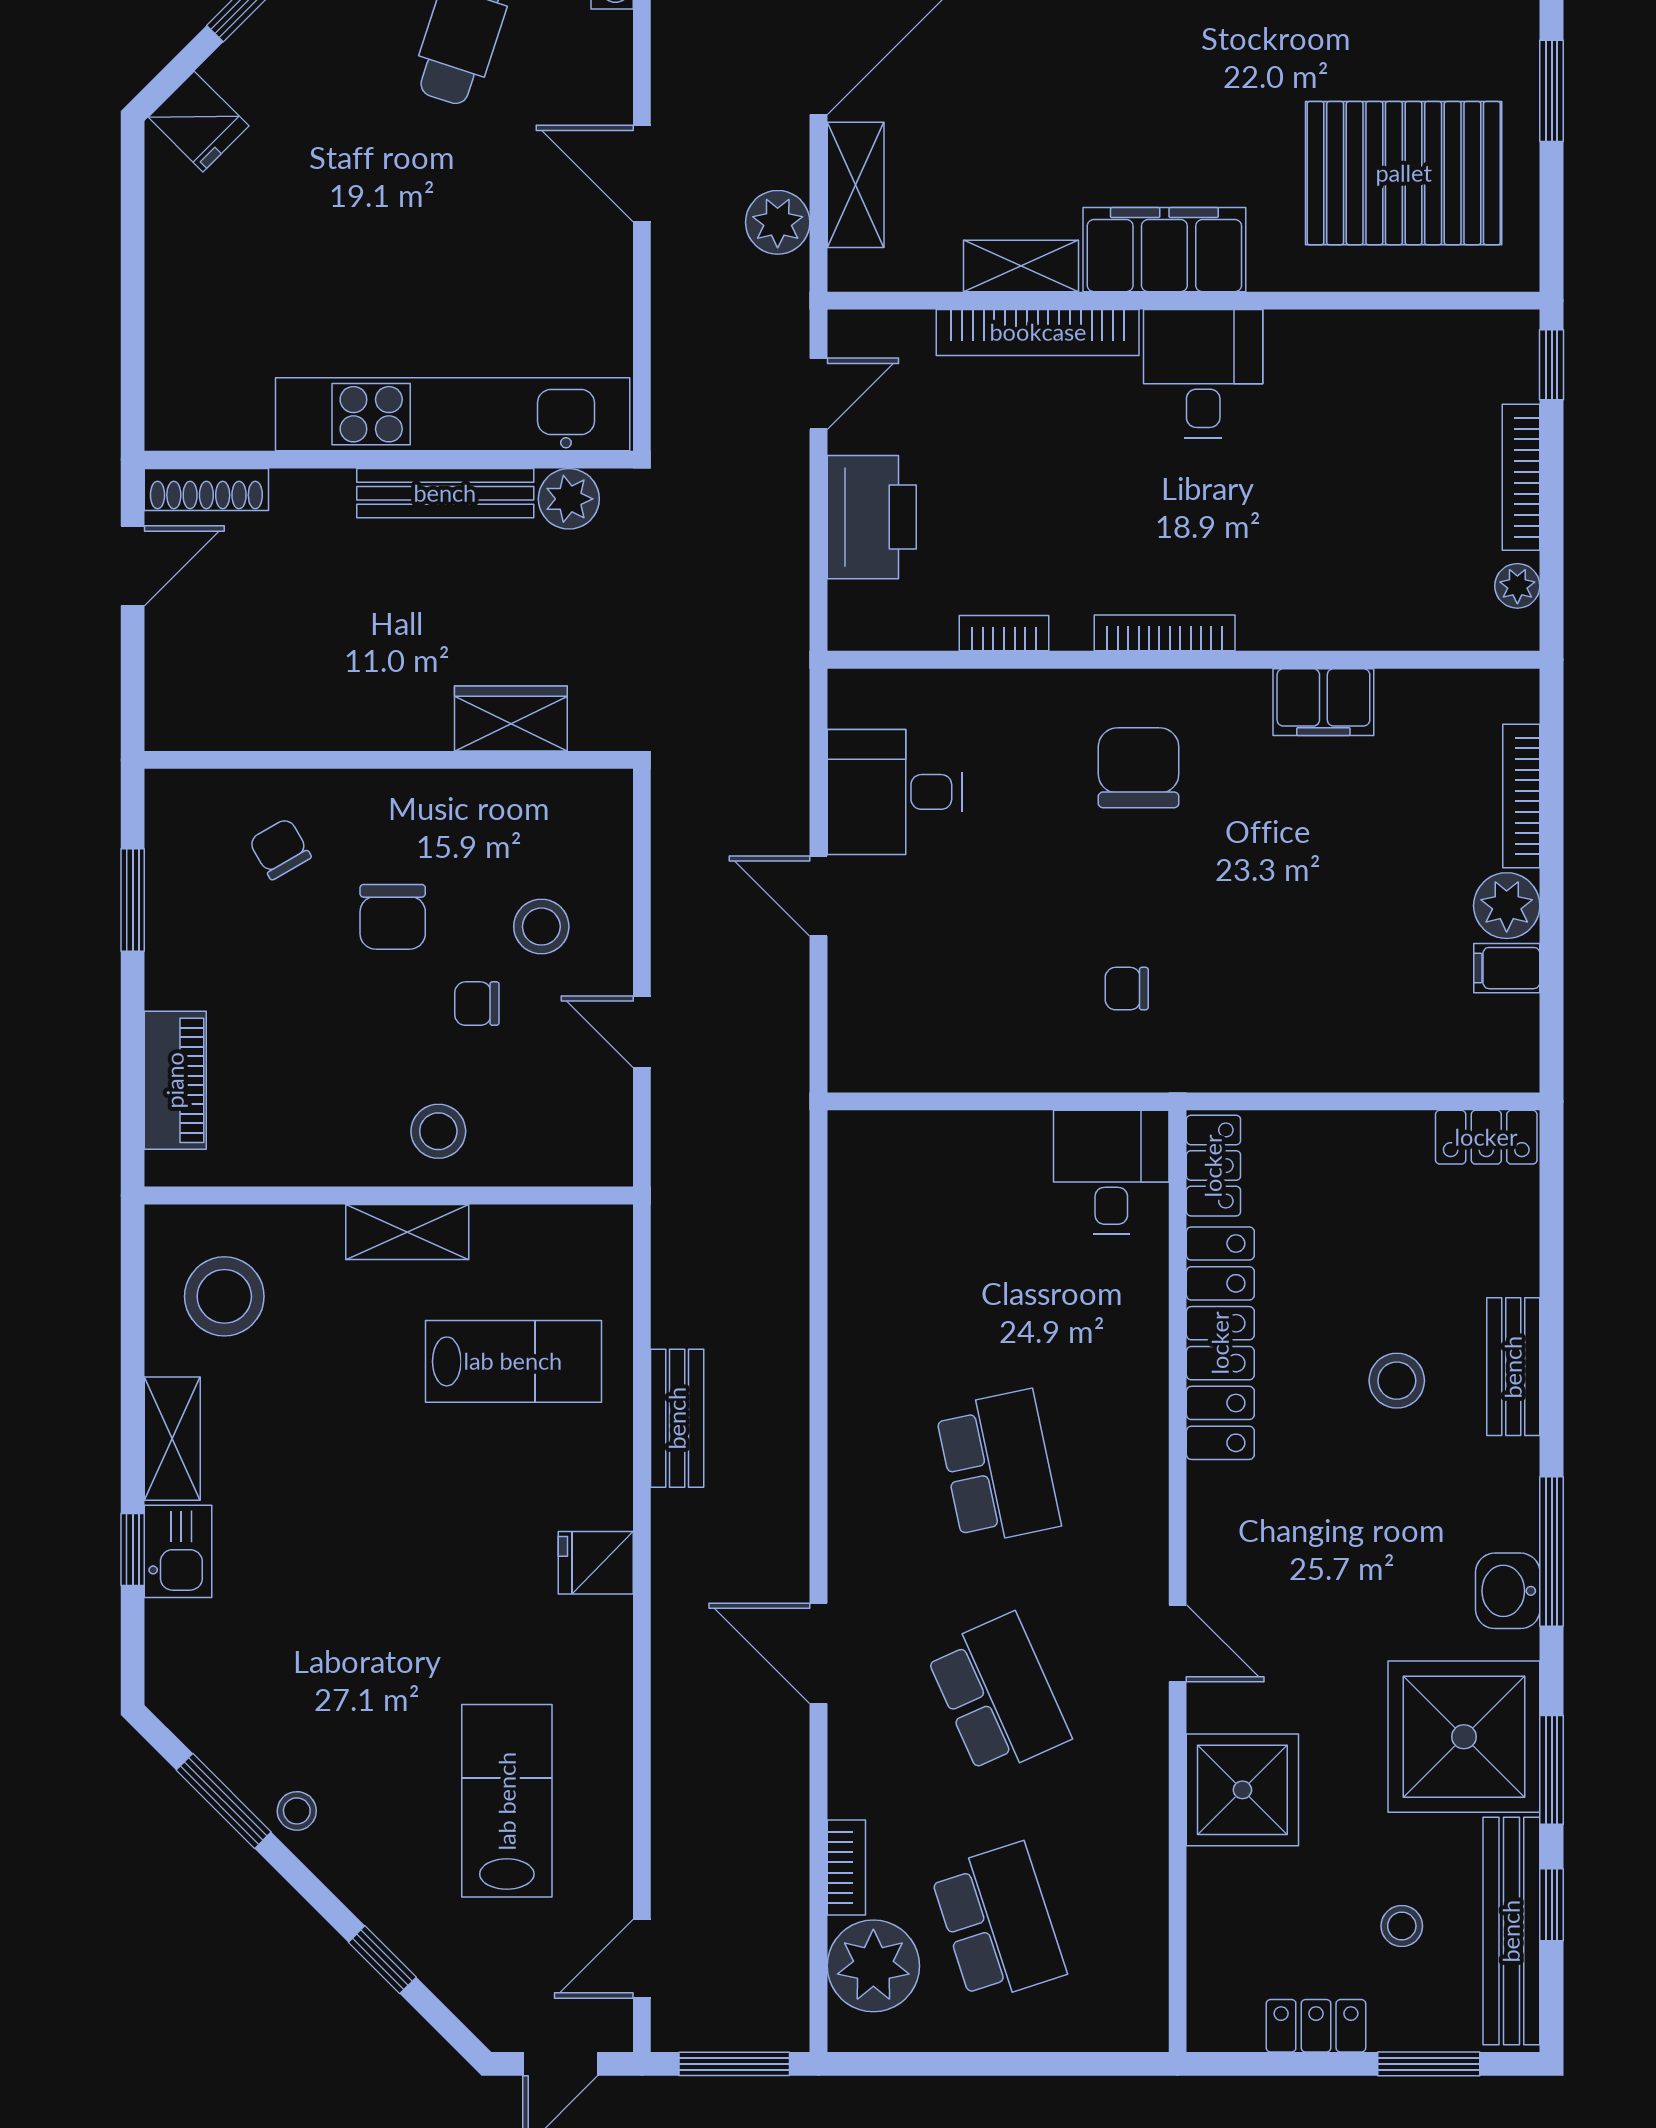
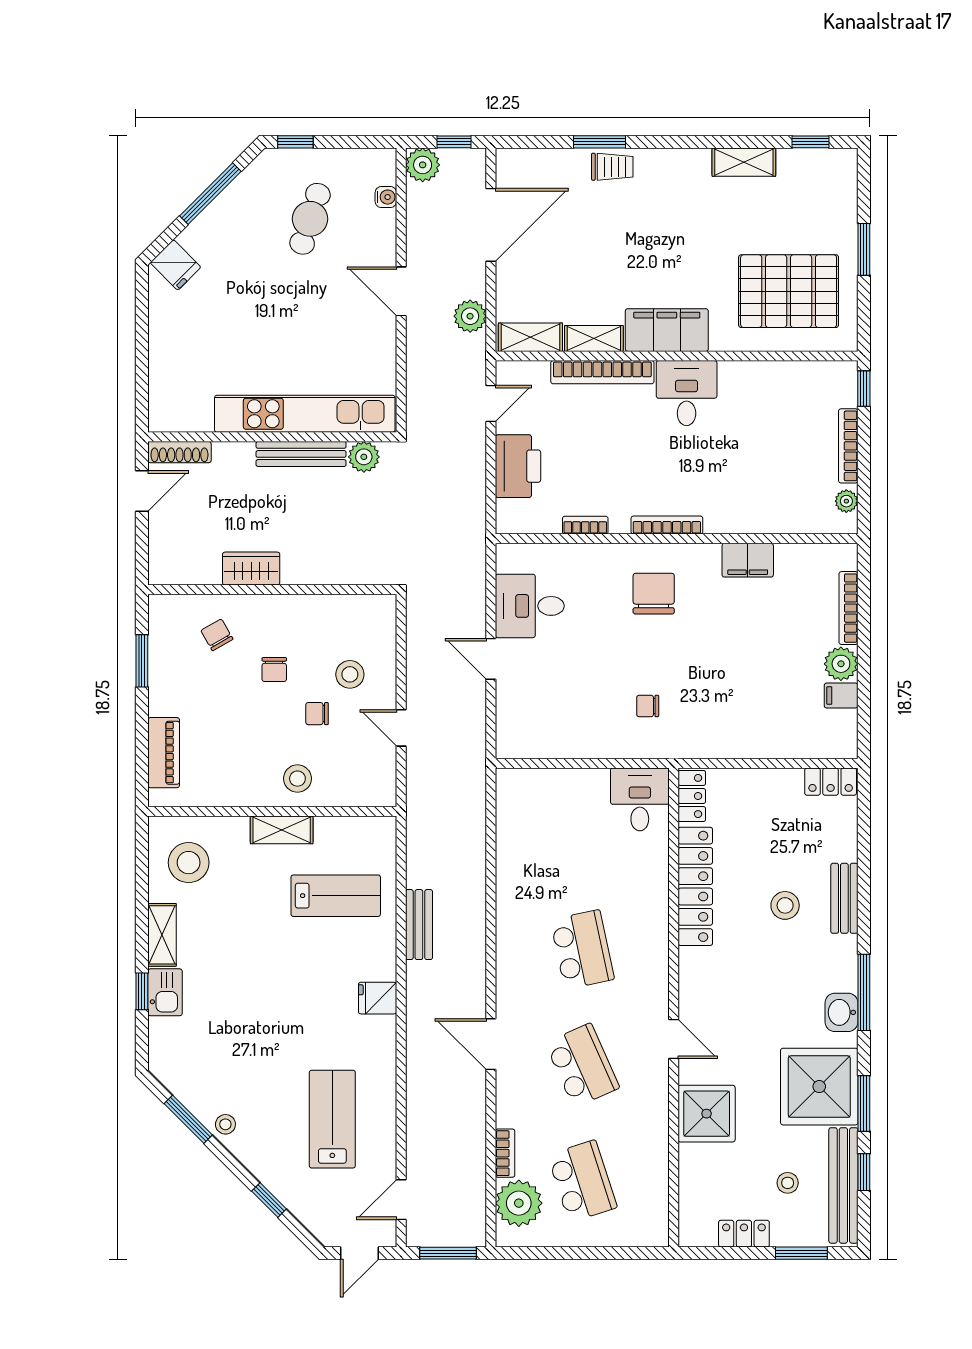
shelving: (856, 185) -> (530, 337), moved, turned 90
wardrobe: (511, 718) -> (251, 569), moved
chair: (393, 917) -> (274, 669), width x0.73, depth x0.73

